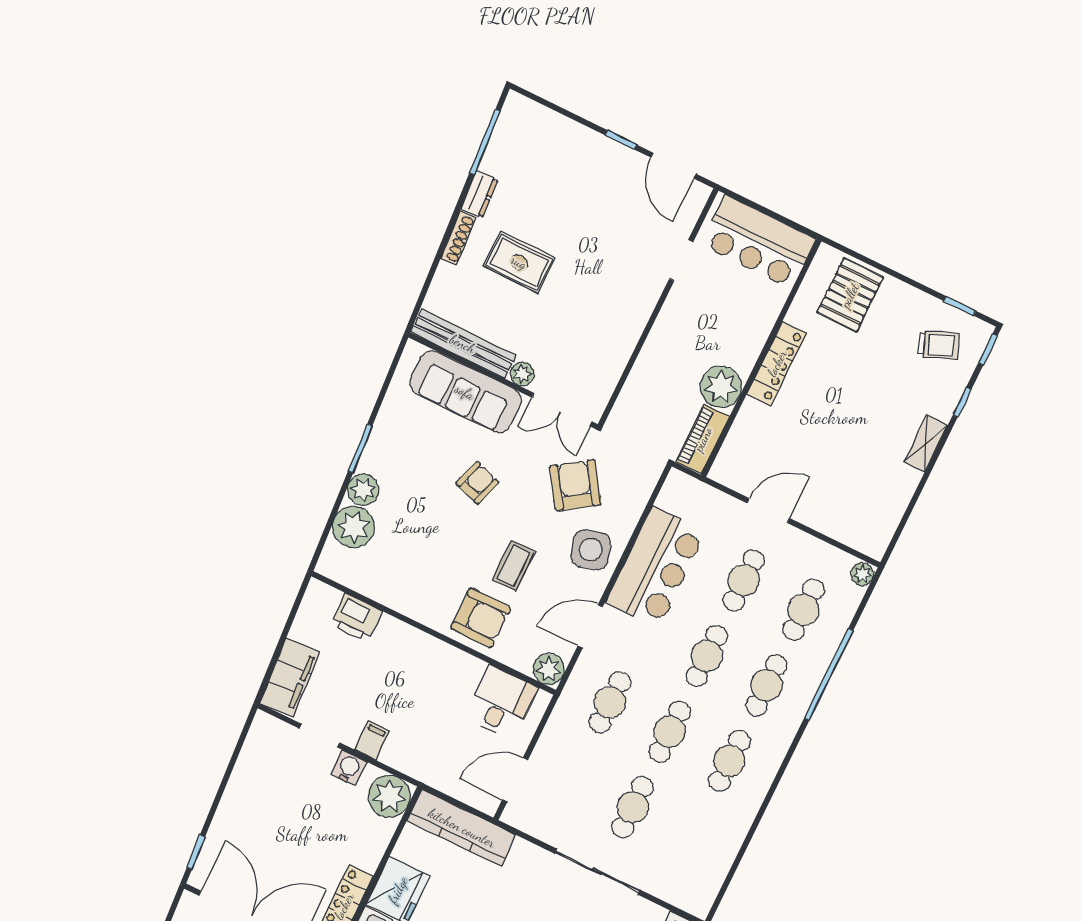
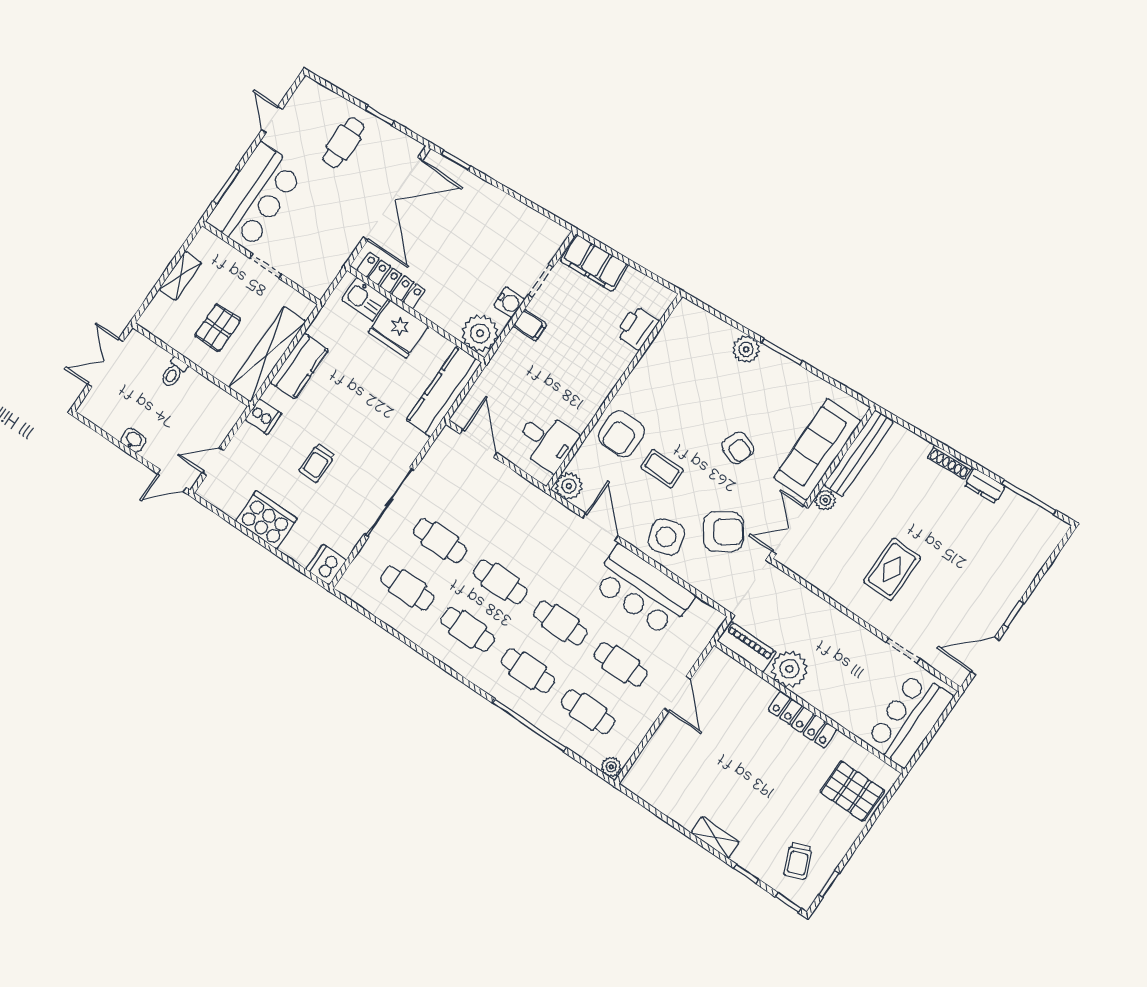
rug: (519, 262) -> (892, 569), moved
plant: (353, 527) -> (715, 336), removed
cafe table: (610, 702) -> (407, 588), moved

